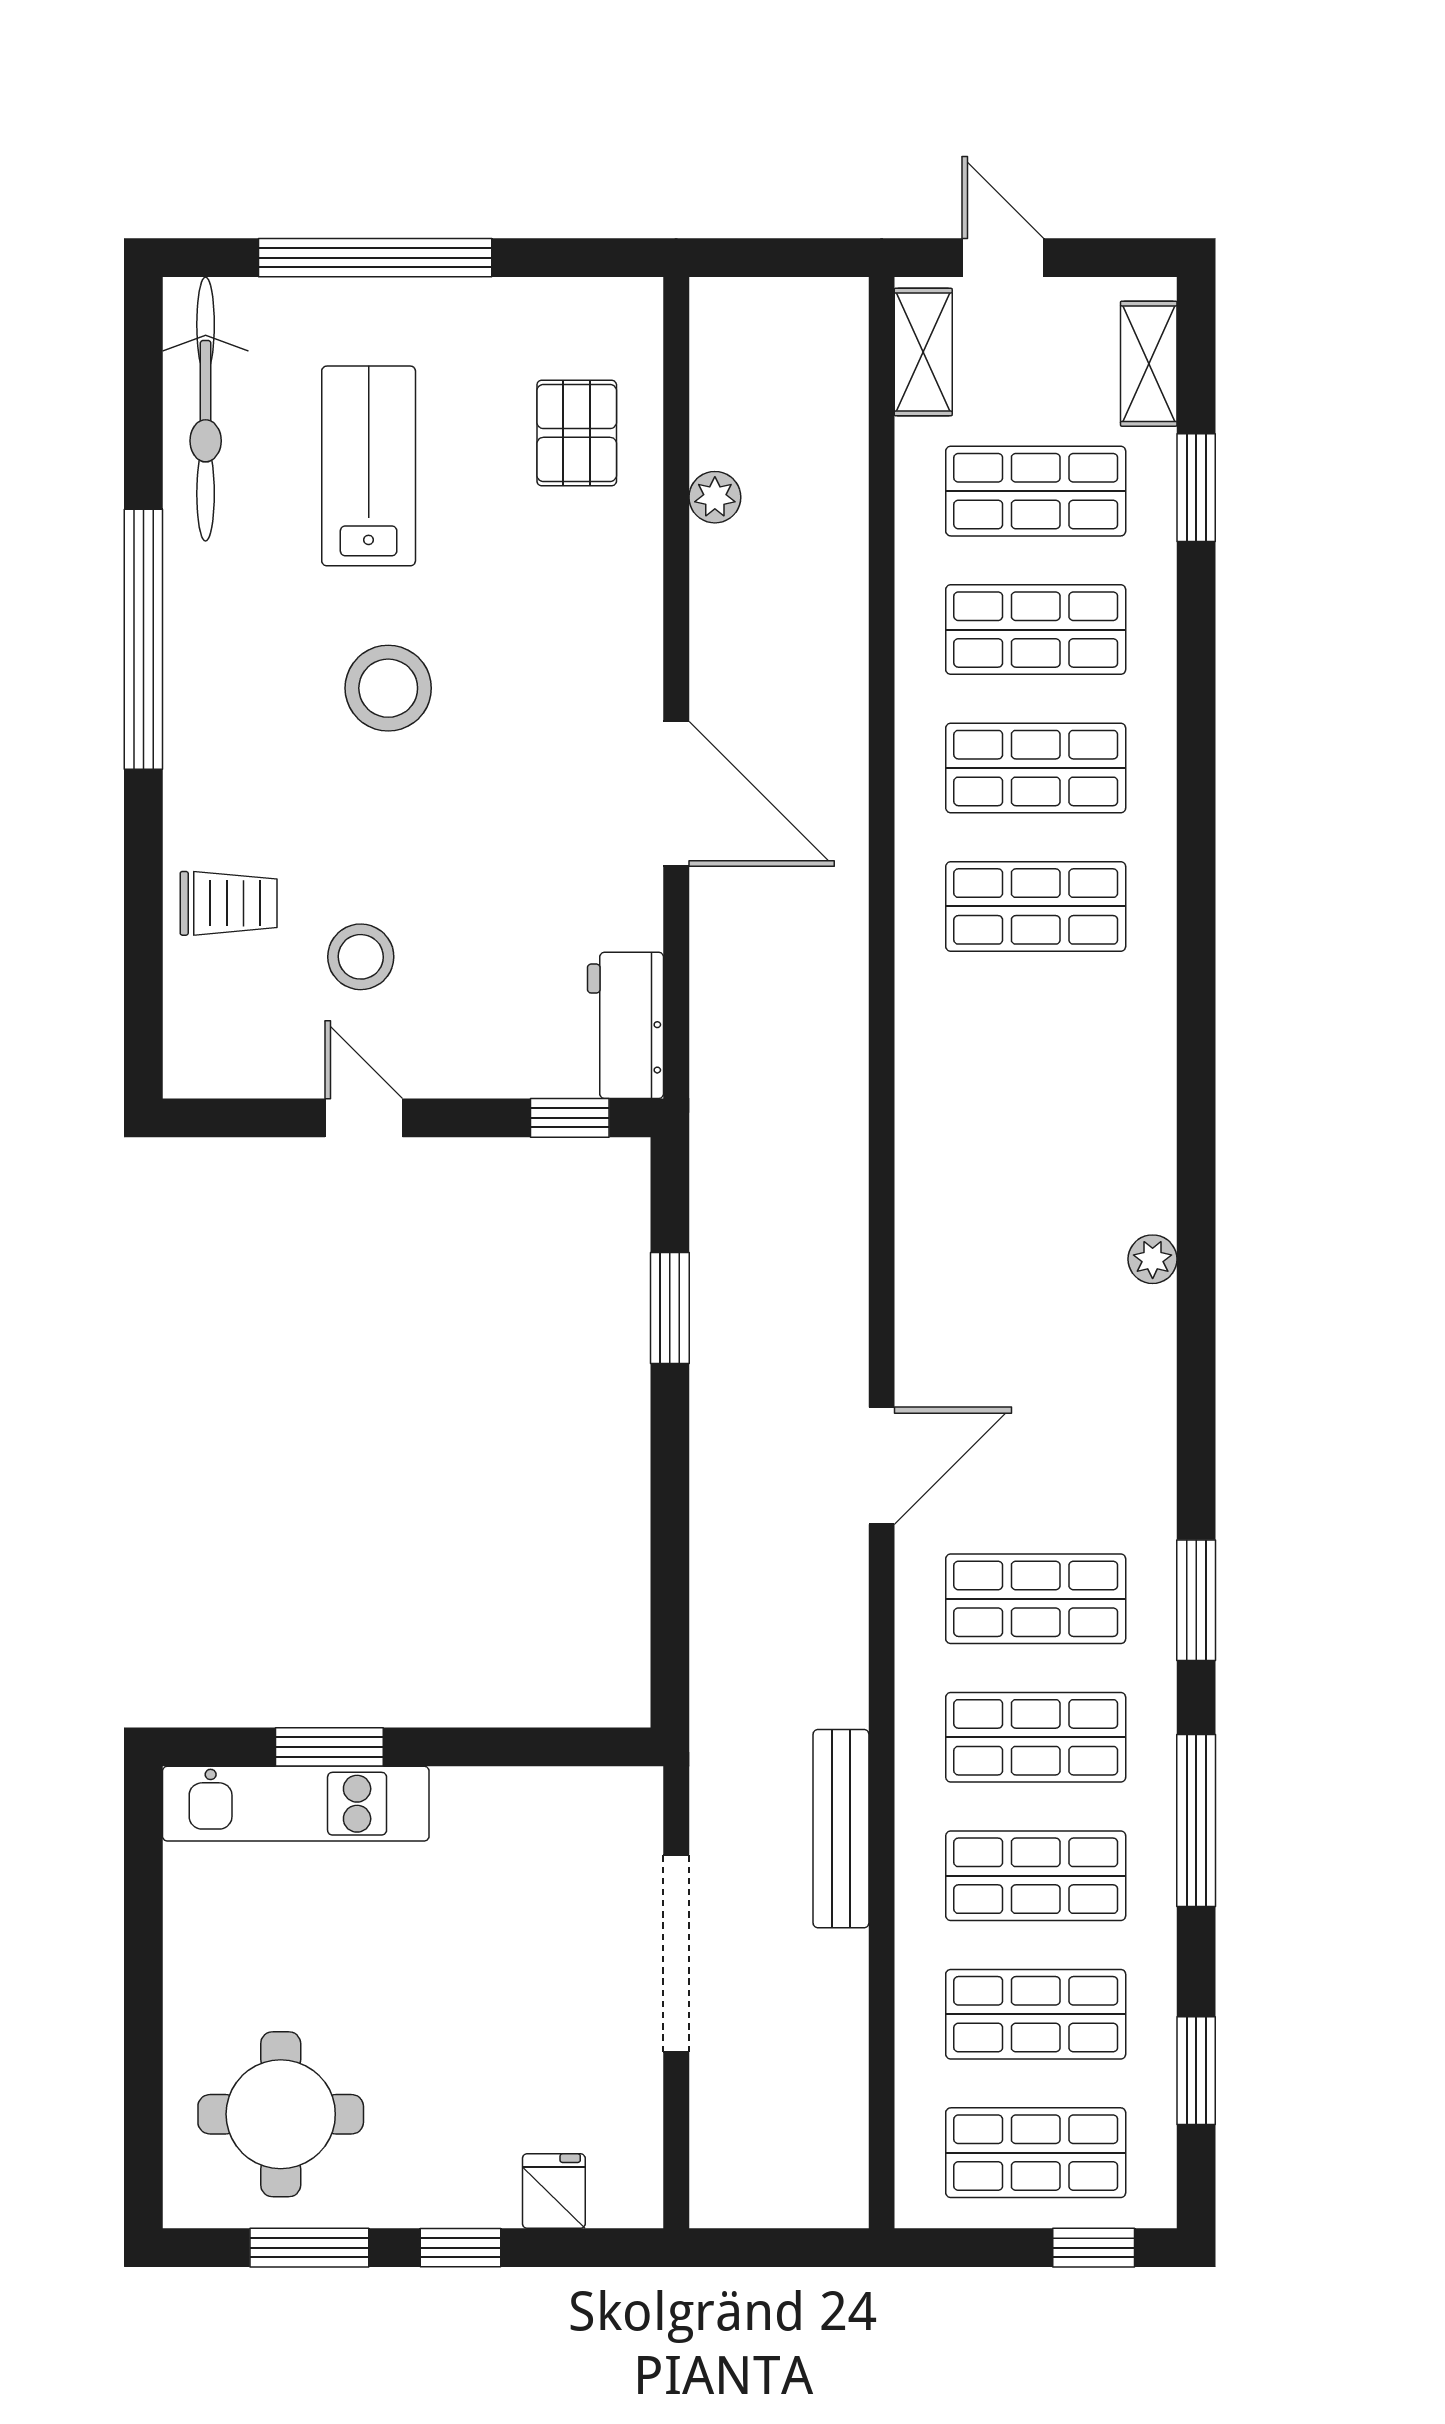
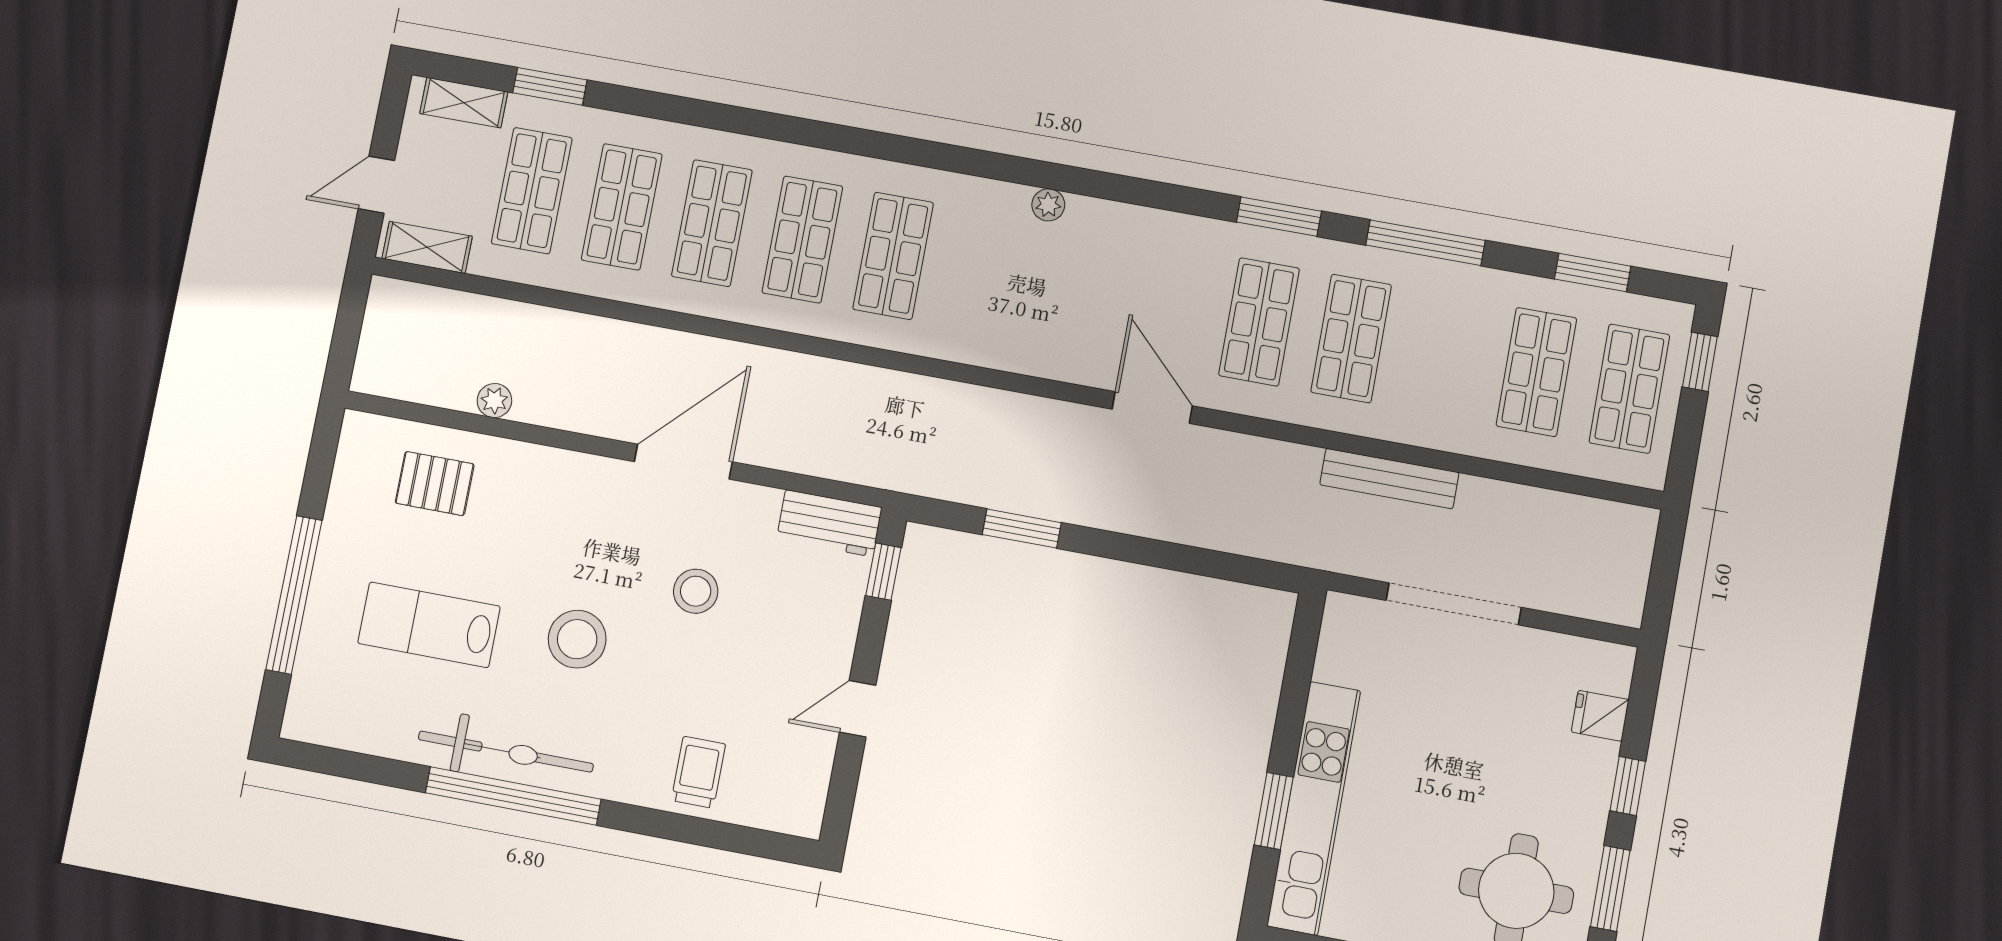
bicycle: (206, 409) -> (506, 752), moved
stool: (361, 957) -> (696, 591), moved
kitchen unit: (296, 1804) -> (1314, 808), width x1.36
shop shelf: (1036, 1876) -> (893, 256), moved

